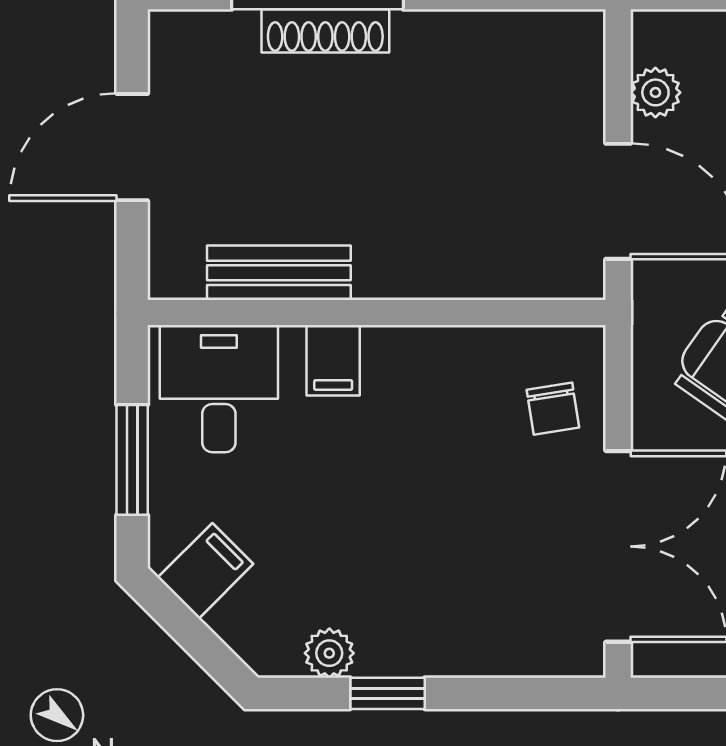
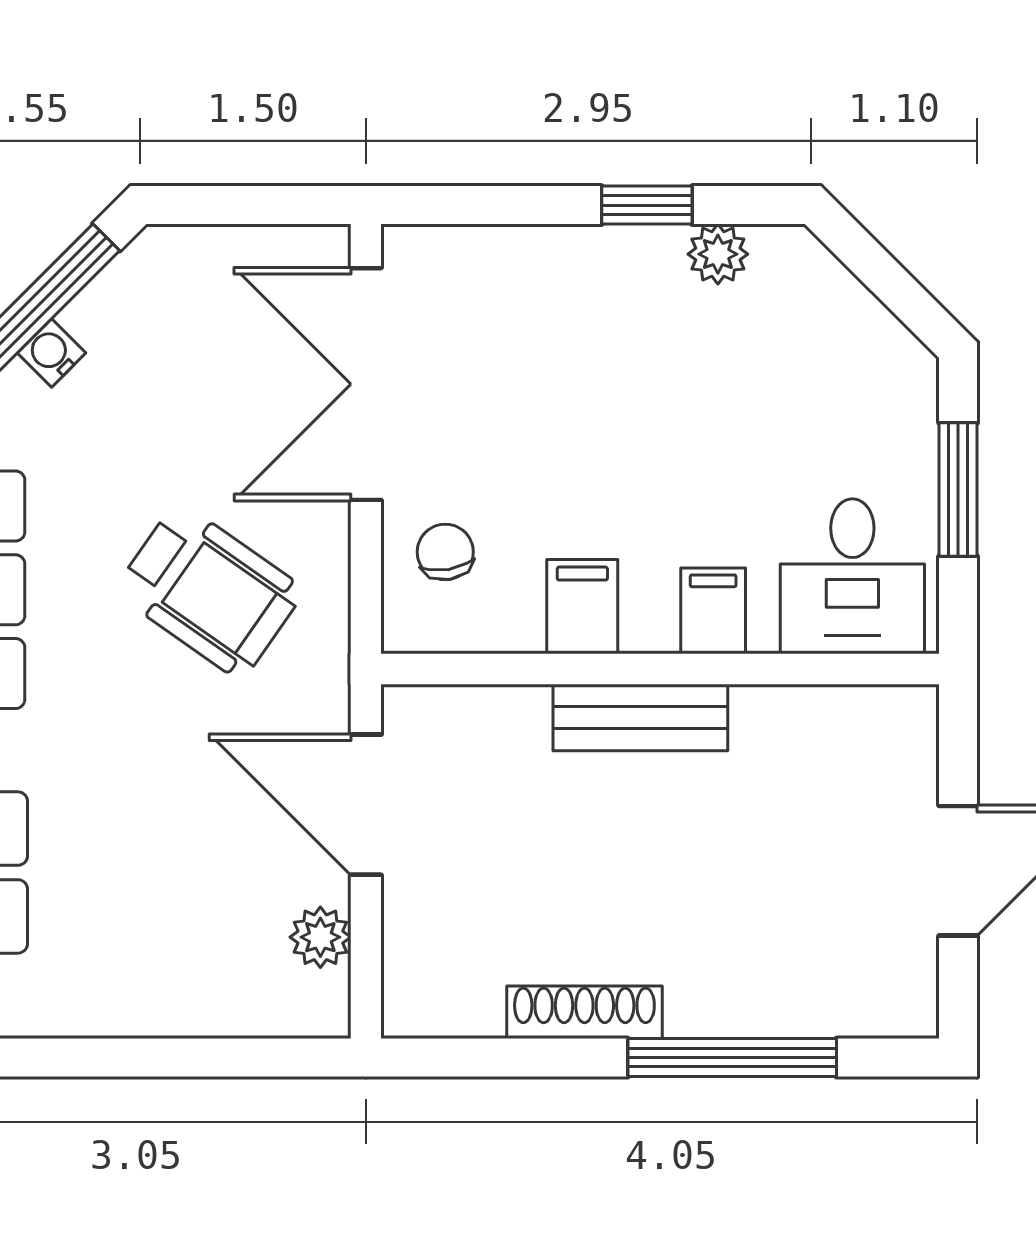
shoe rack: (325, 31) -> (584, 1012), moved
bench: (279, 273) -> (640, 717), moved
filing cabinet: (205, 571) -> (582, 607), moved, turned 135

